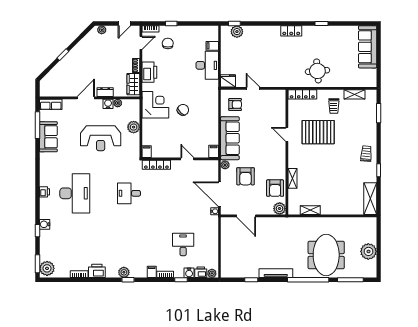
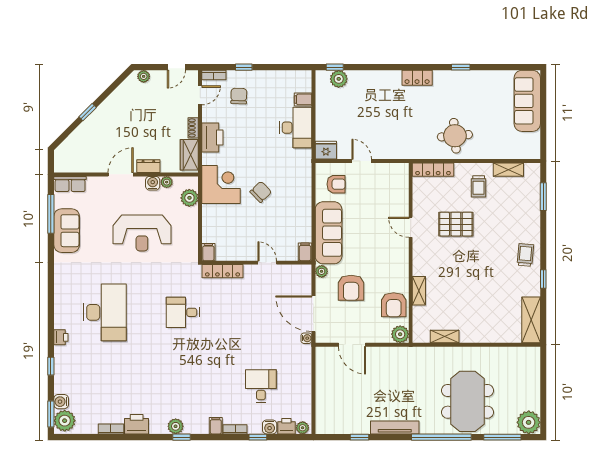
plant: (134, 127) -> (189, 198), moved
pallet: (318, 132) -> (456, 224), width x0.73, depth x0.71
printer: (44, 192) -> (61, 337), moved
water cooler: (45, 224) -> (61, 402), moved
plant: (368, 251) -> (529, 422), moved

